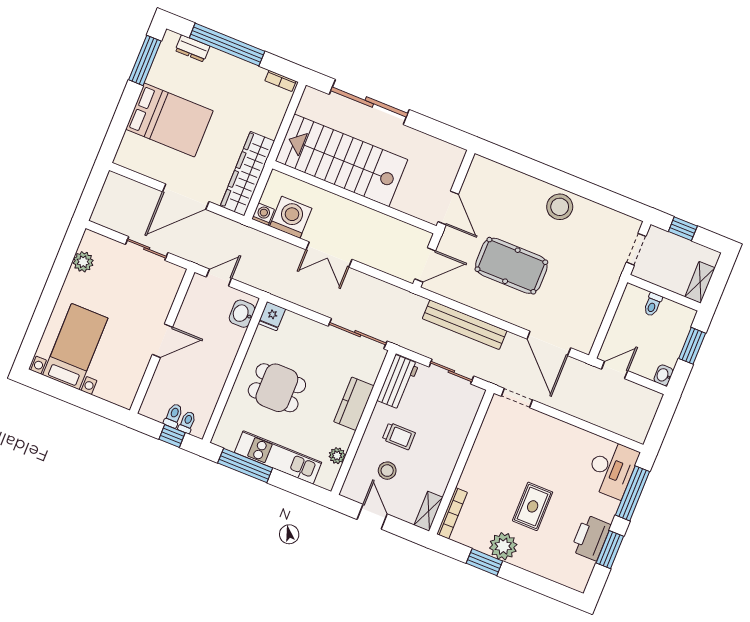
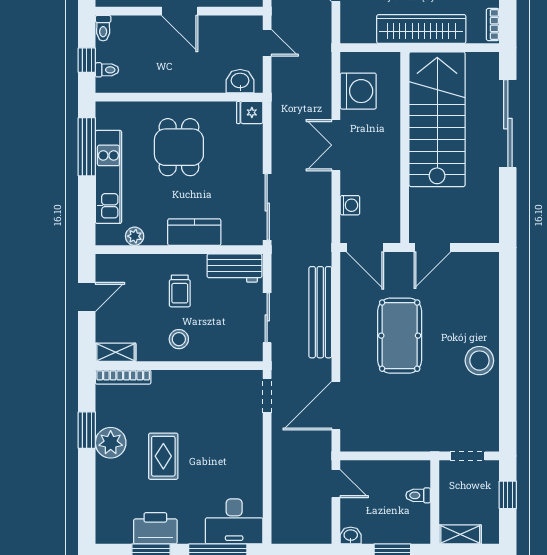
wardrobe: (247, 174) -> (421, 29), moved
washing machine: (263, 214) -> (350, 205), moved
toilet: (173, 416) -> (103, 28), moved, turned 90
stool: (387, 471) -> (179, 339), moved
rug: (533, 506) -> (163, 456), turned 90

